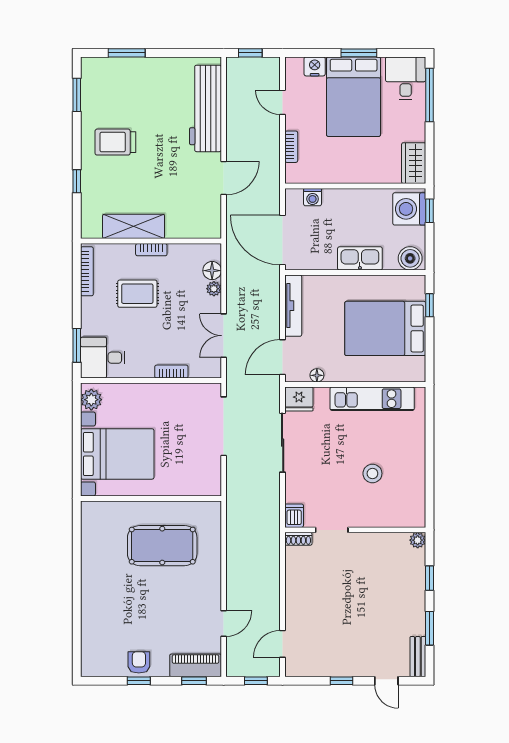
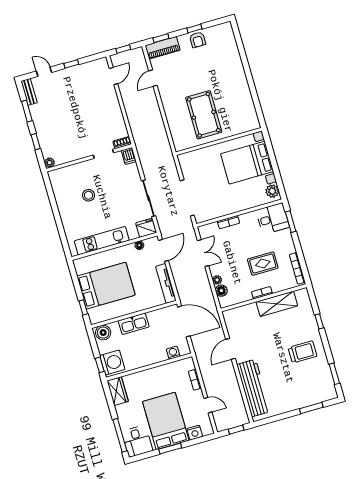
pool table: (162, 546) -> (204, 115), turned 90

